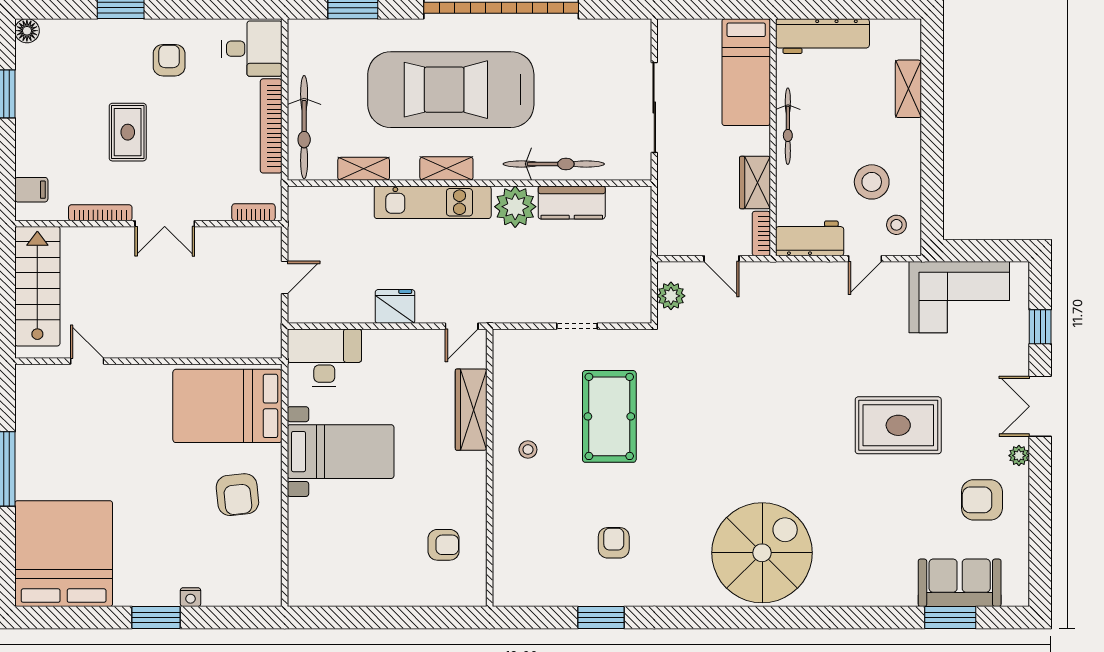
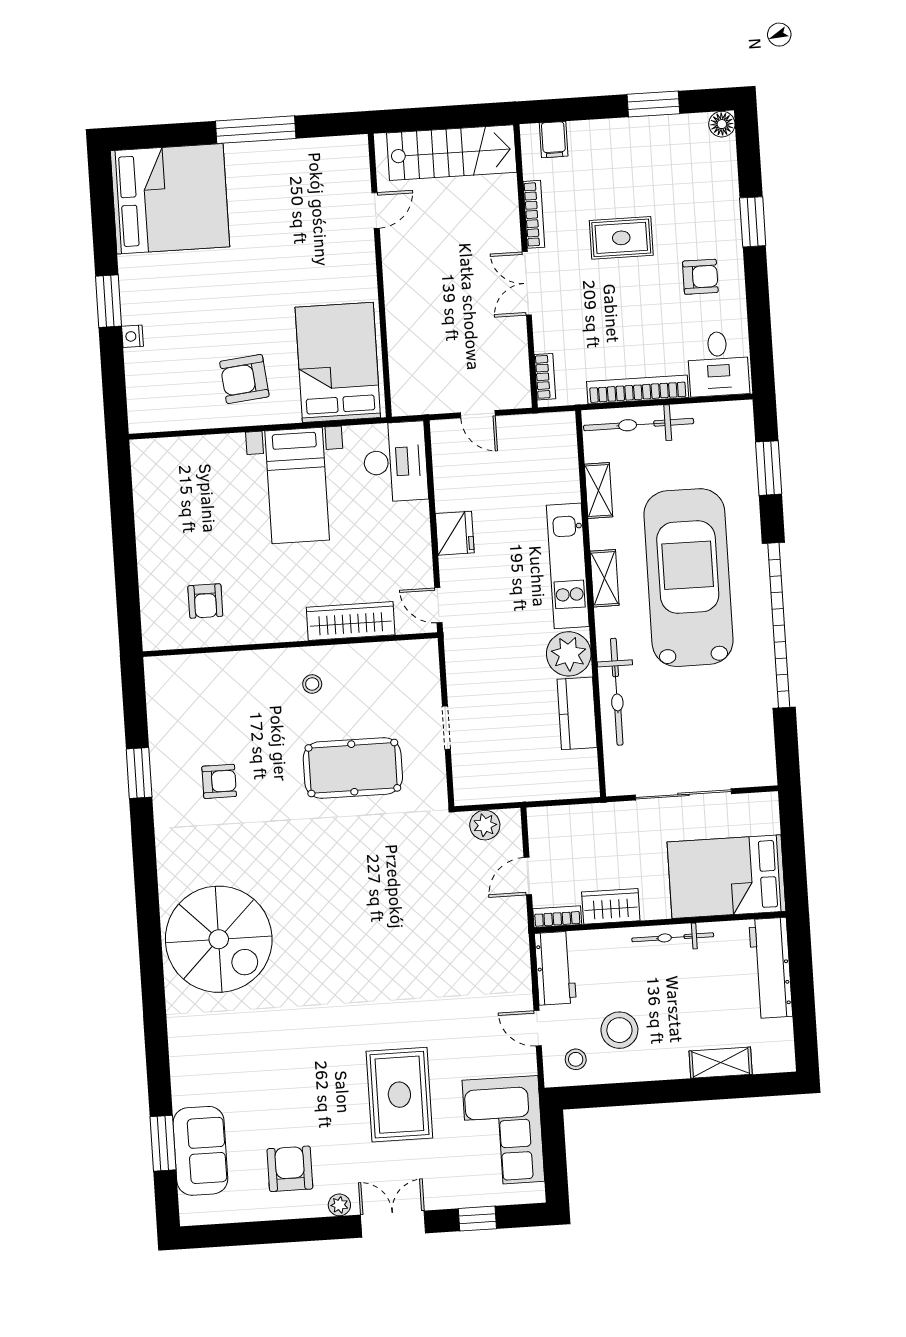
bed: (746, 72) -> (726, 877), width x1.50
rug: (898, 425) -> (399, 1095), moved

